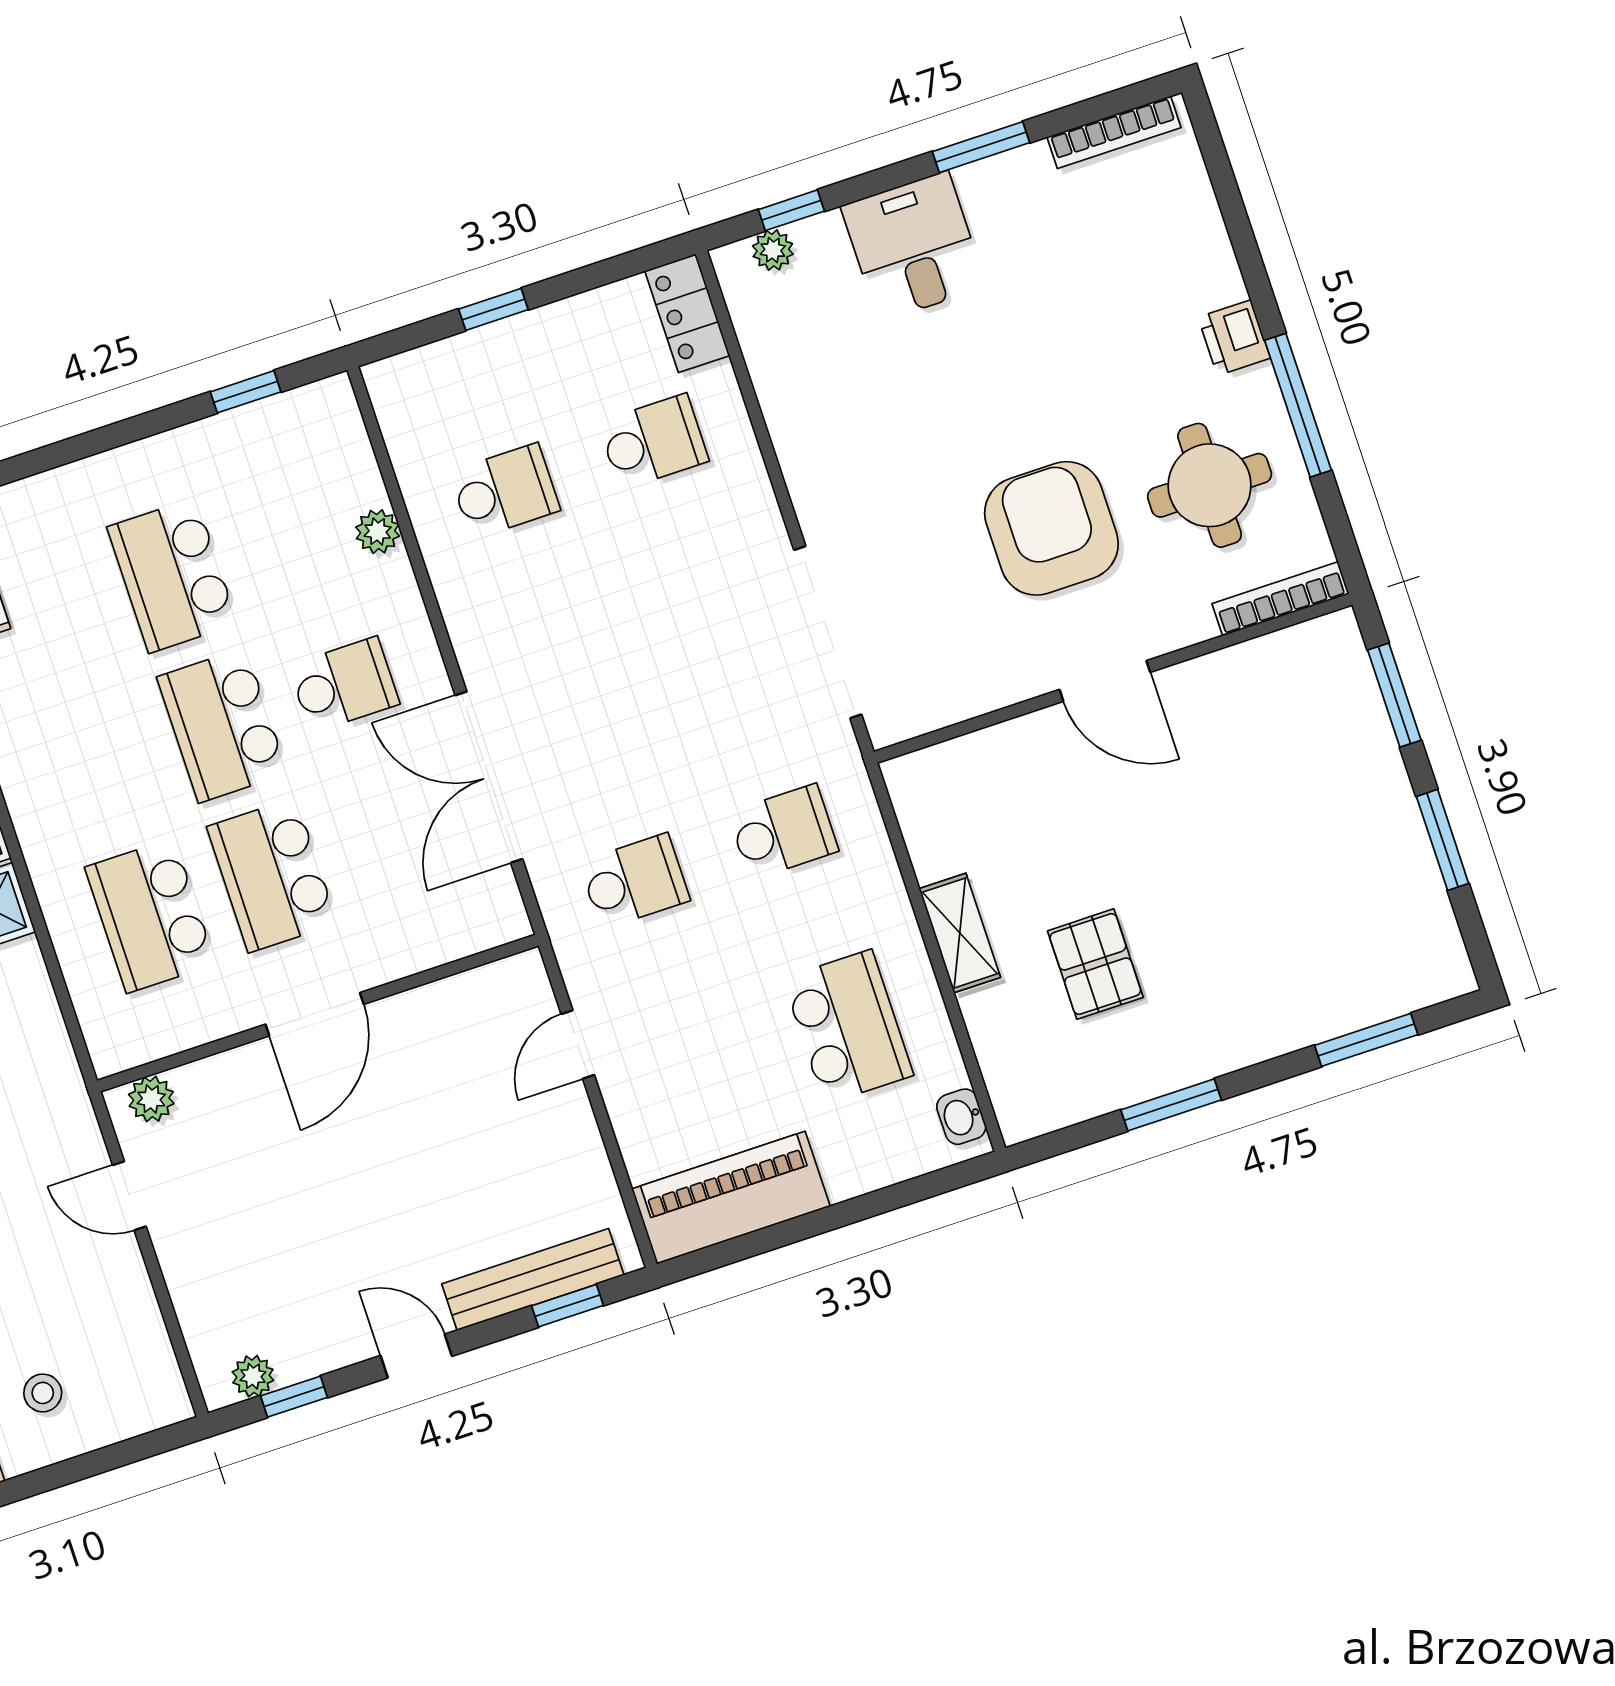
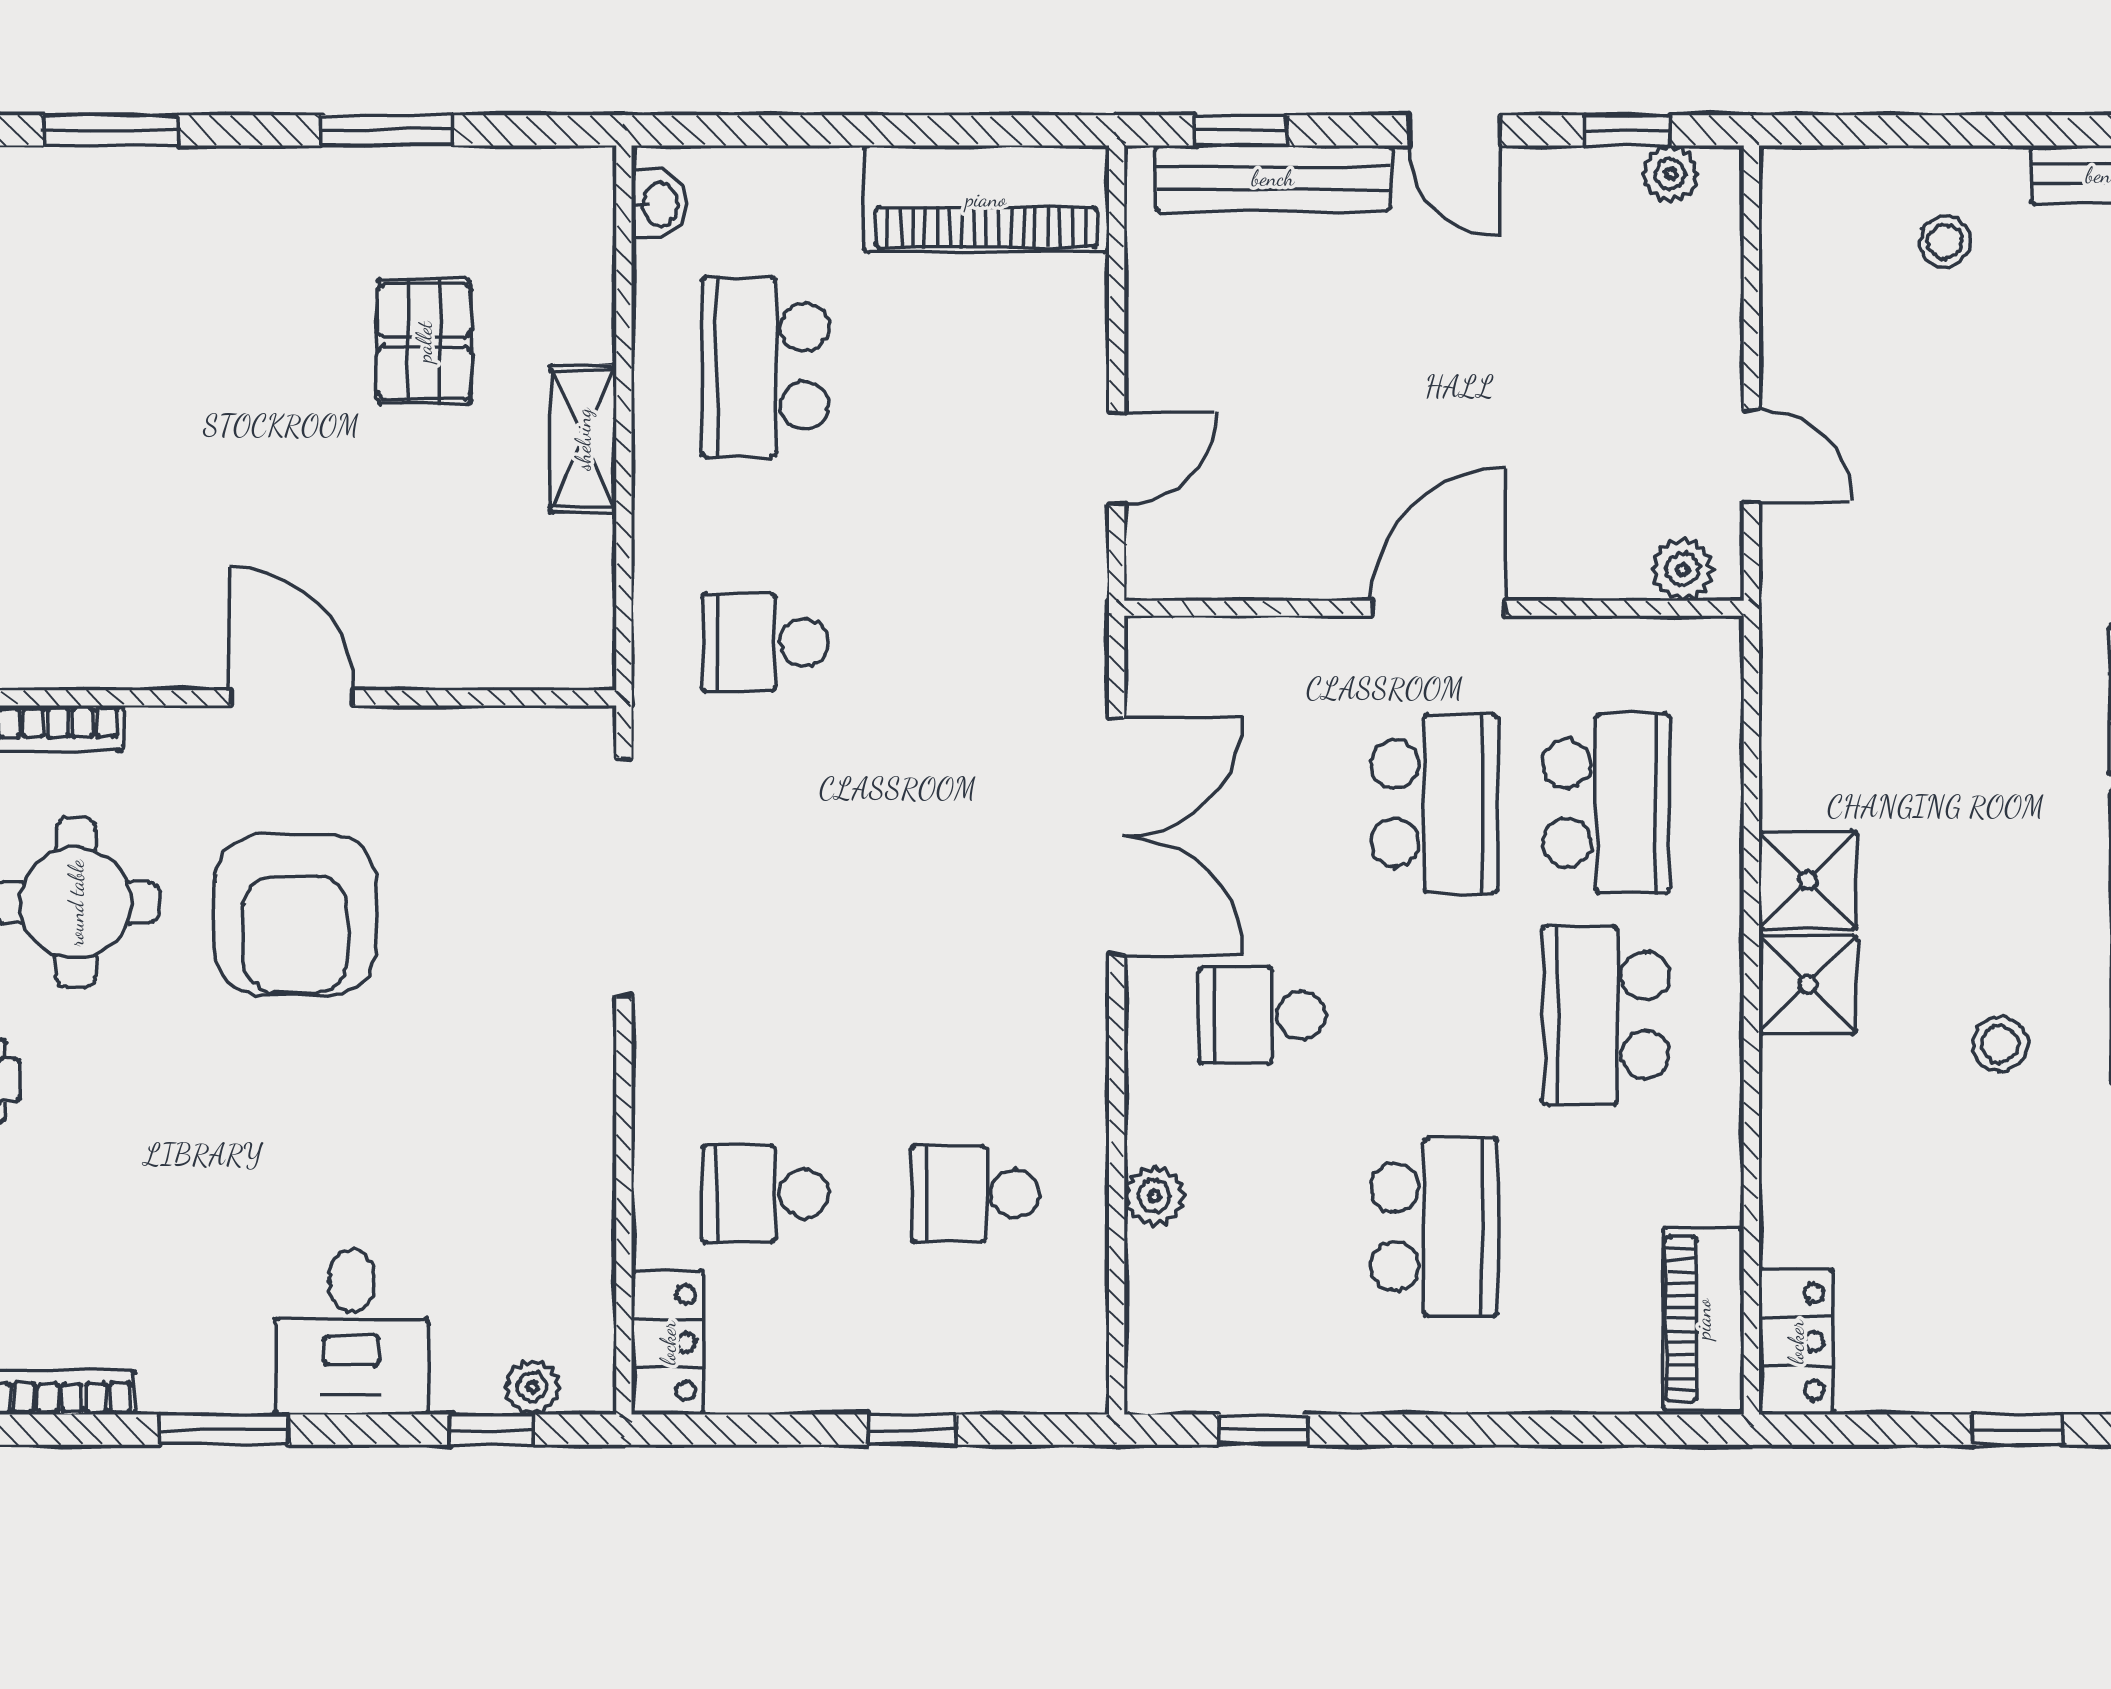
school desk: (222, 725) -> (1606, 1015), moved, turned 180
school desk: (634, 881) -> (975, 642), removed

